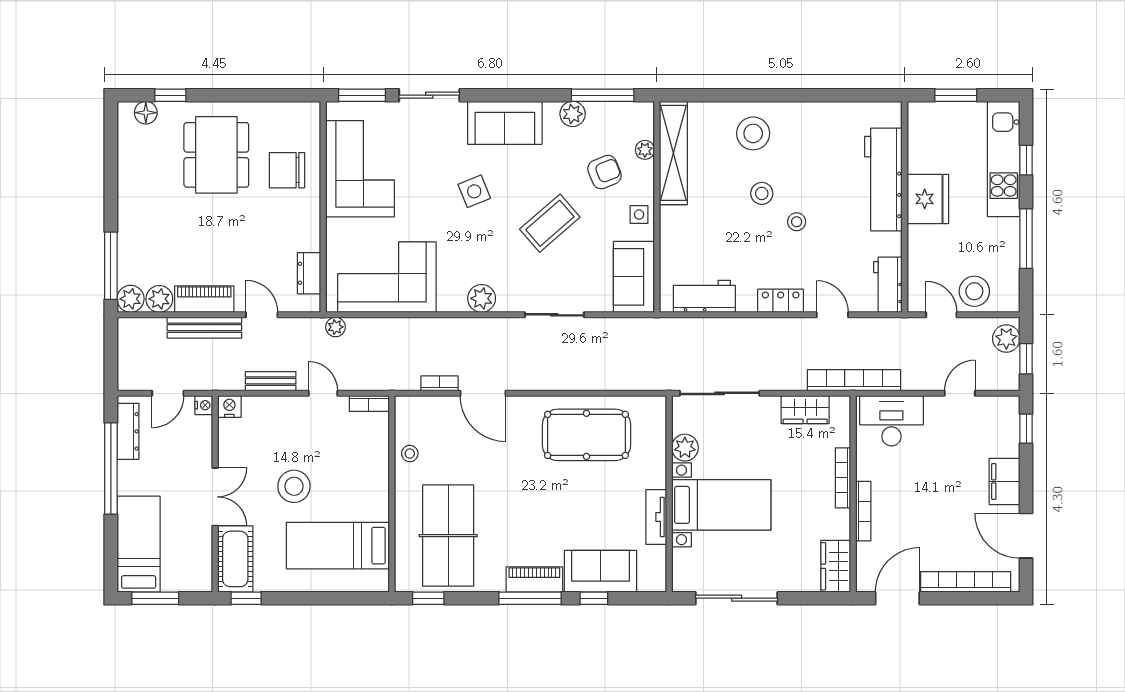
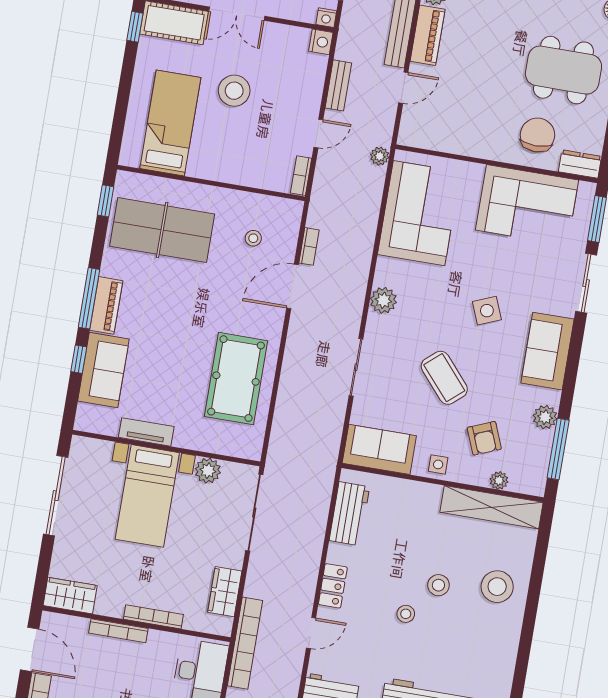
dresser: (309, 273) -> (580, 164), moved
stool: (410, 454) -> (253, 238), moved

